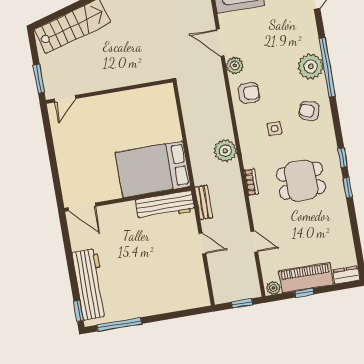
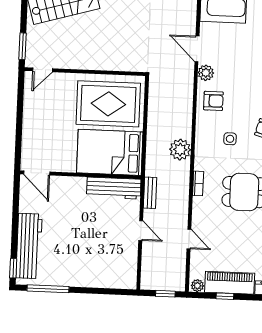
rug: (141, 119) -> (108, 104), added

